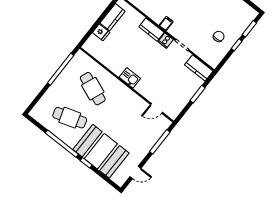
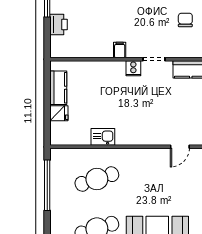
kitchen counter: (152, 30) -> (109, 68), removed
kitchen sink: (130, 78) -> (103, 137), moved
cafe table: (93, 89) -> (97, 179), turned -39

